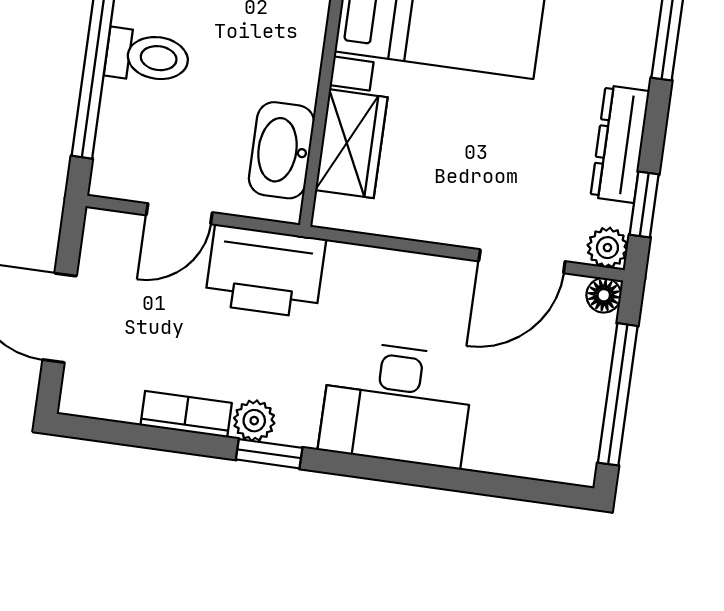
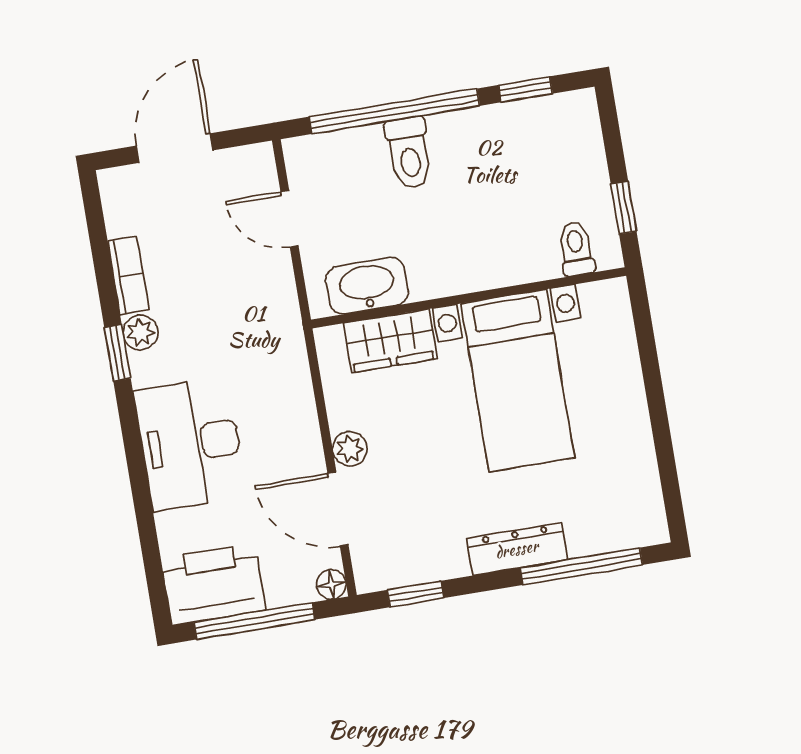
dresser: (620, 144) -> (517, 549), moved
plant: (607, 248) -> (350, 449), moved
printer: (265, 271) -> (213, 584), moved, turned 90

